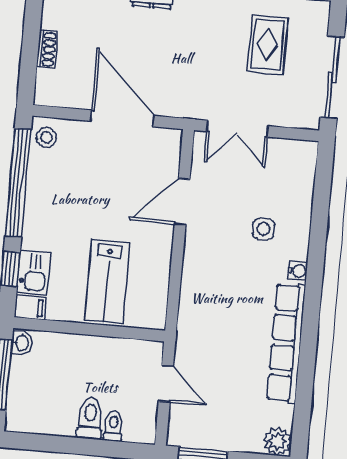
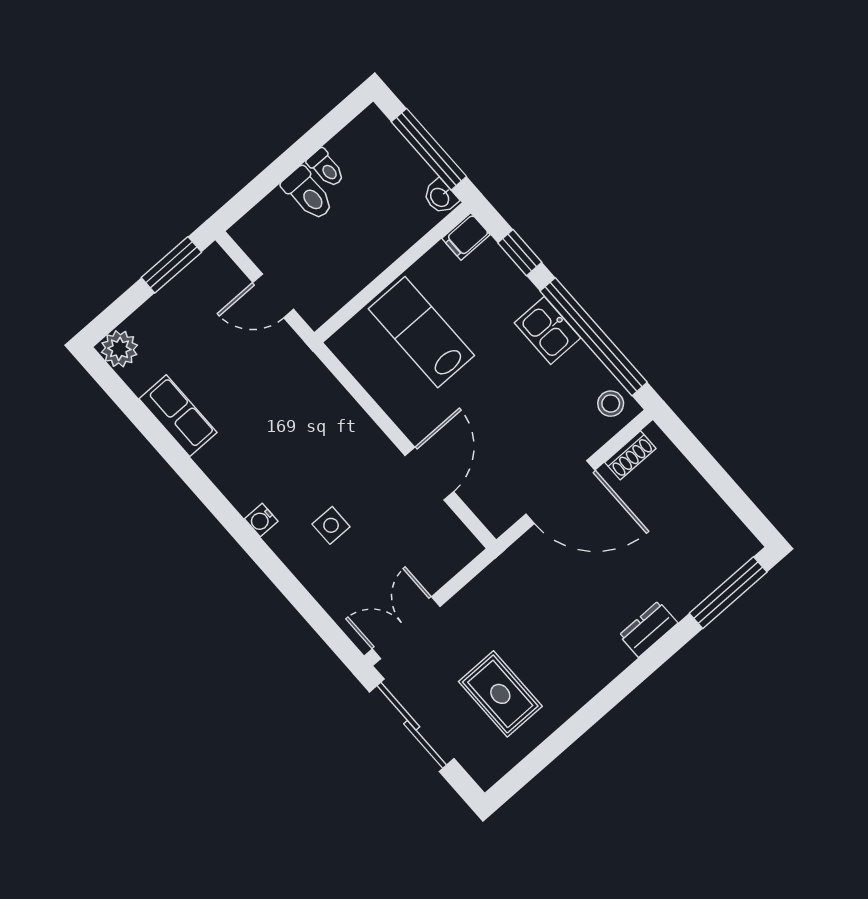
shoe rack: (47, 49) -> (630, 455), moved, turned -90
double door: (237, 129) -> (406, 628), moved
kitchen sink: (34, 273) -> (548, 330), moved
row of seats: (286, 343) -> (178, 416), width x0.50
toilet: (113, 426) -> (326, 168), moved

